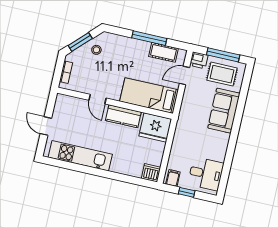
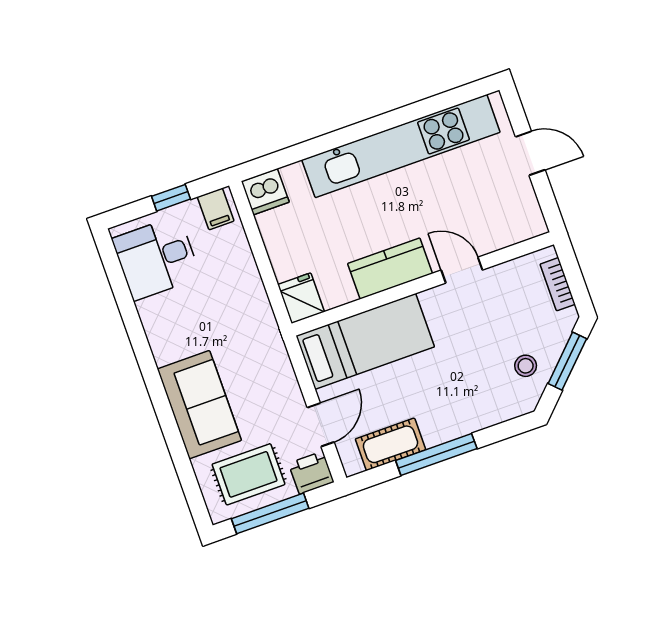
fridge: (155, 127) -> (301, 298), width x0.53, depth x0.75
kitchen unit: (80, 156) -> (401, 146), width x1.36

